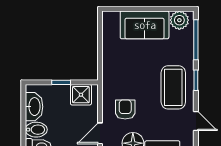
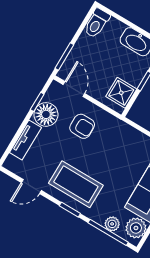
plant: (187, 41) -> (112, 224), added
bidet: (36, 130) -> (113, 31), removed

